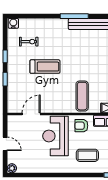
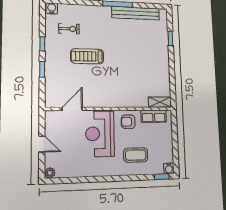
treadmill: (45, 67) -> (87, 56), turned 180
exercise mat: (82, 96) -> (128, 89), removed

